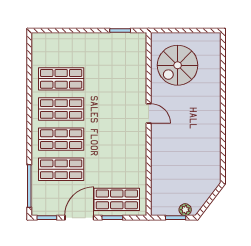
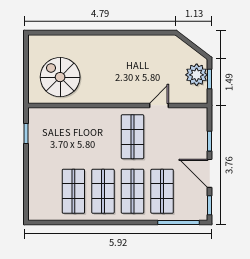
spiral stairs: (178, 65) -> (60, 77), turned 180
door: (149, 113) -> (159, 105), moved
shop shelf: (117, 199) -> (133, 137), moved
plant: (185, 210) -> (197, 75), width x1.88, depth x1.88

